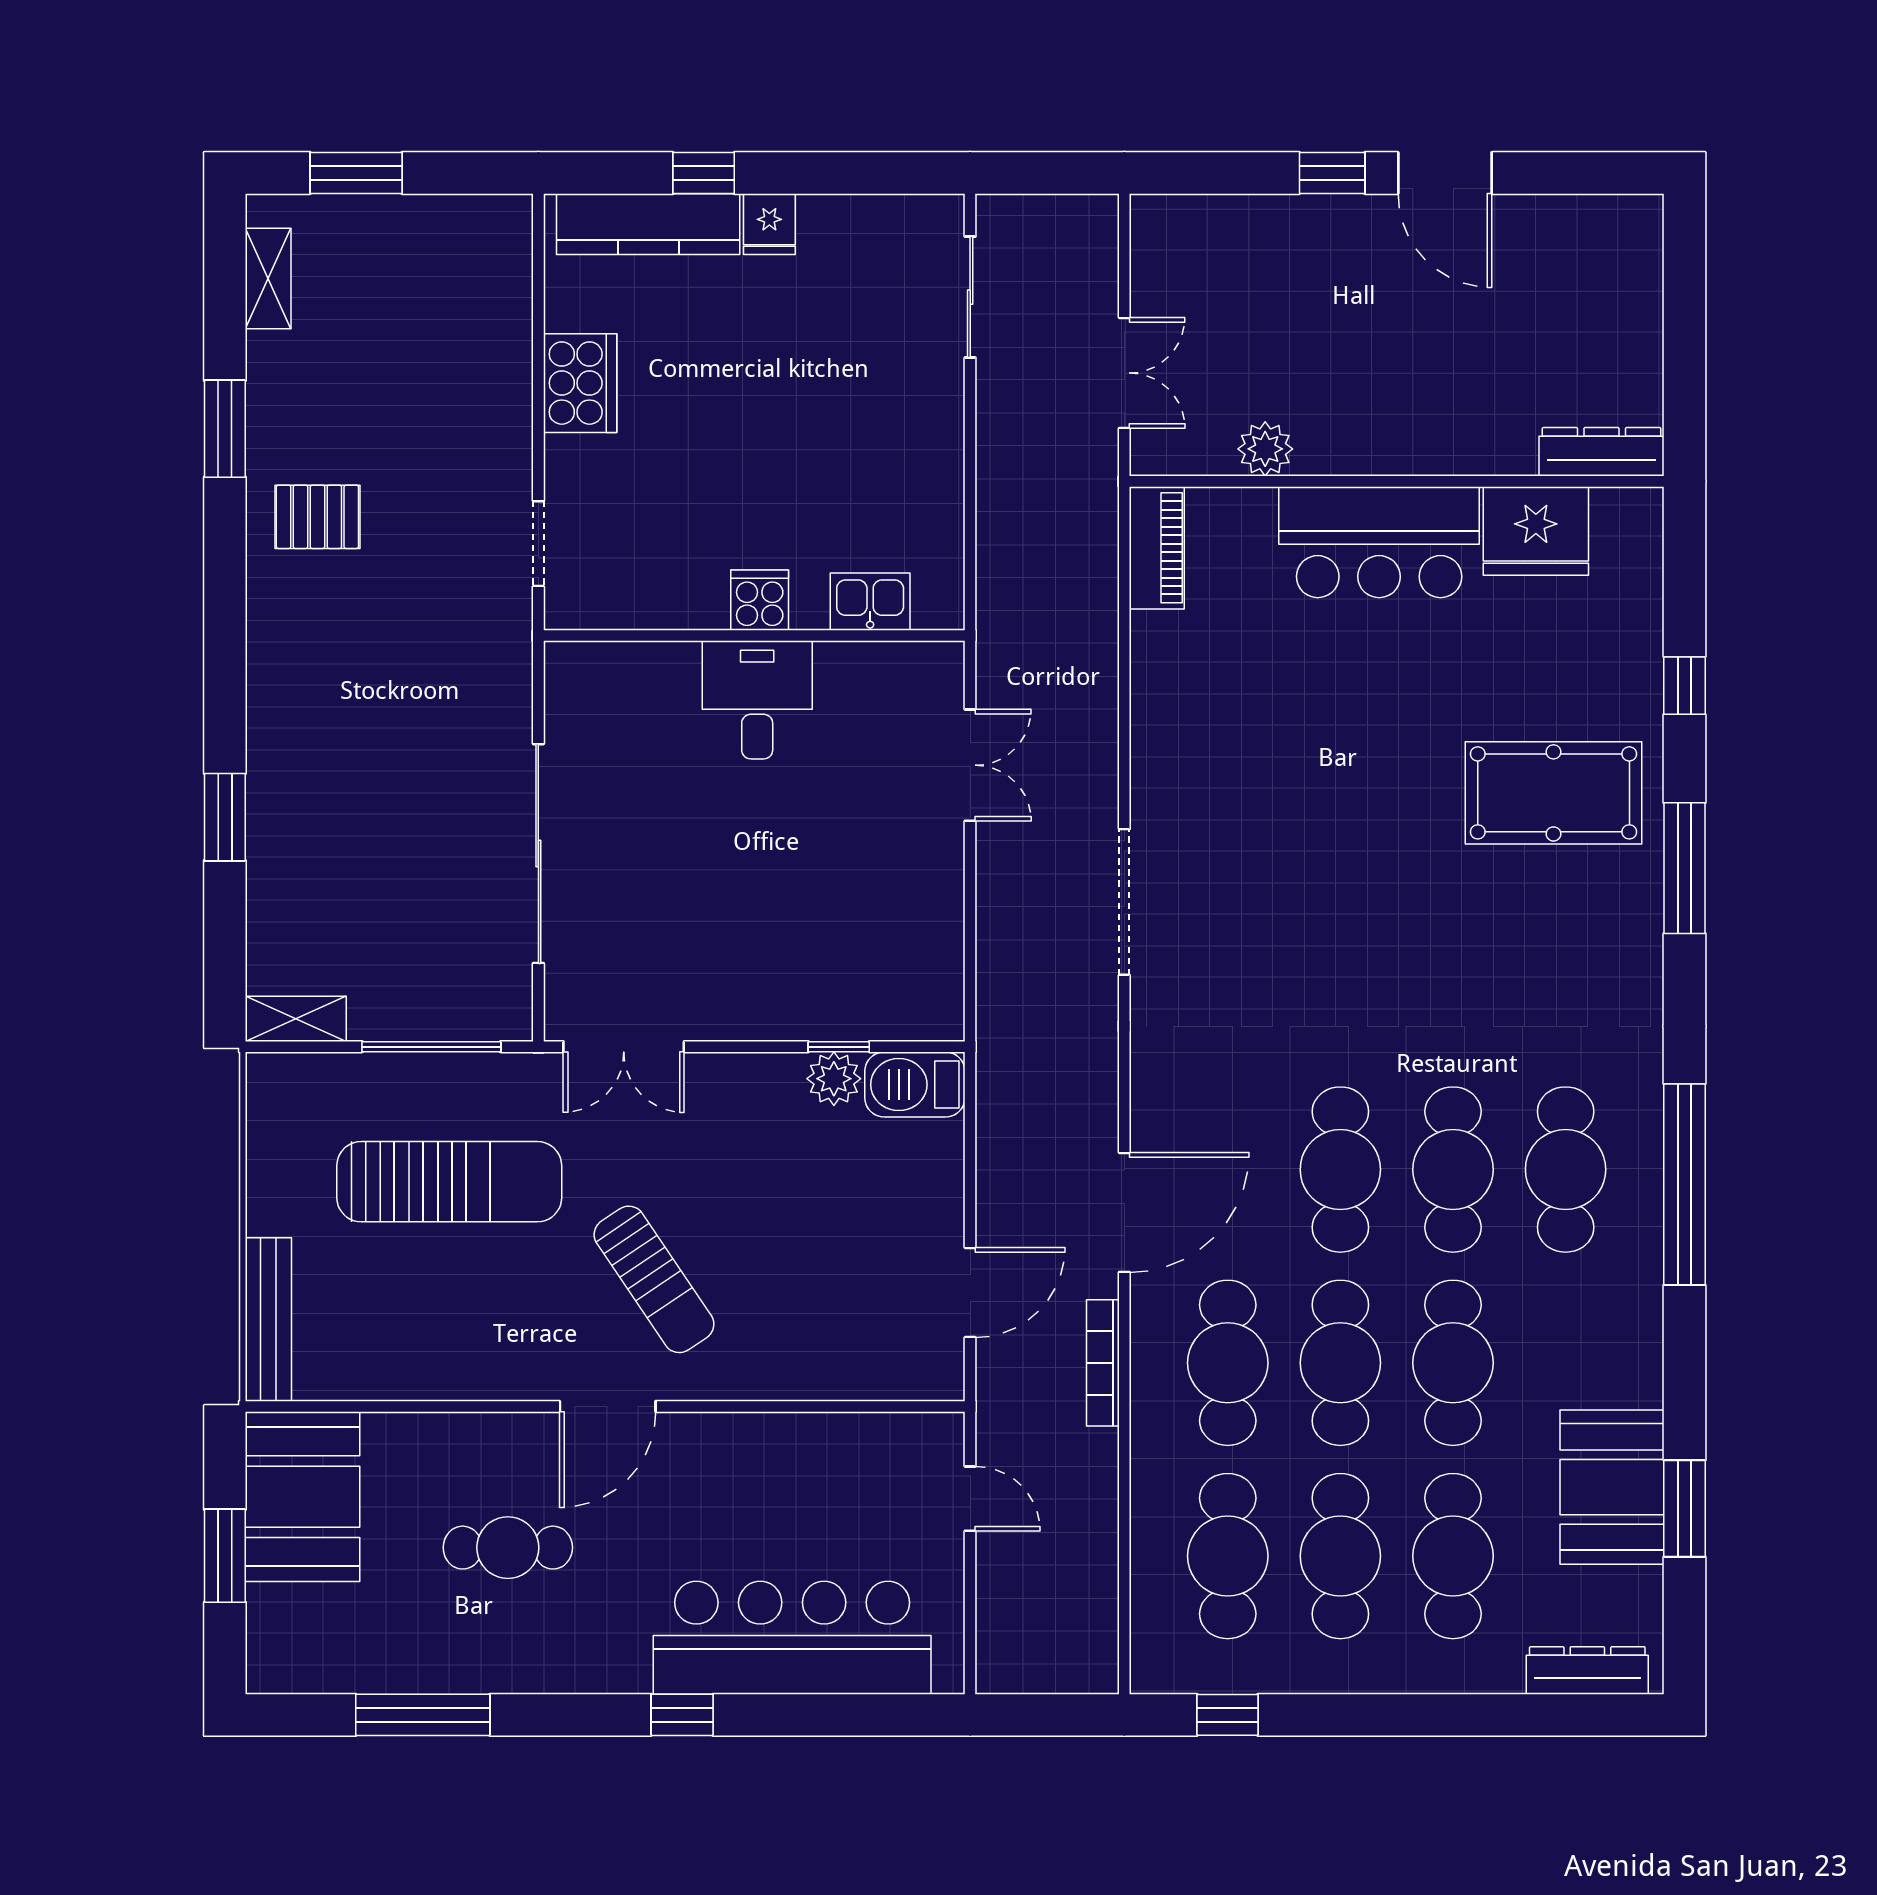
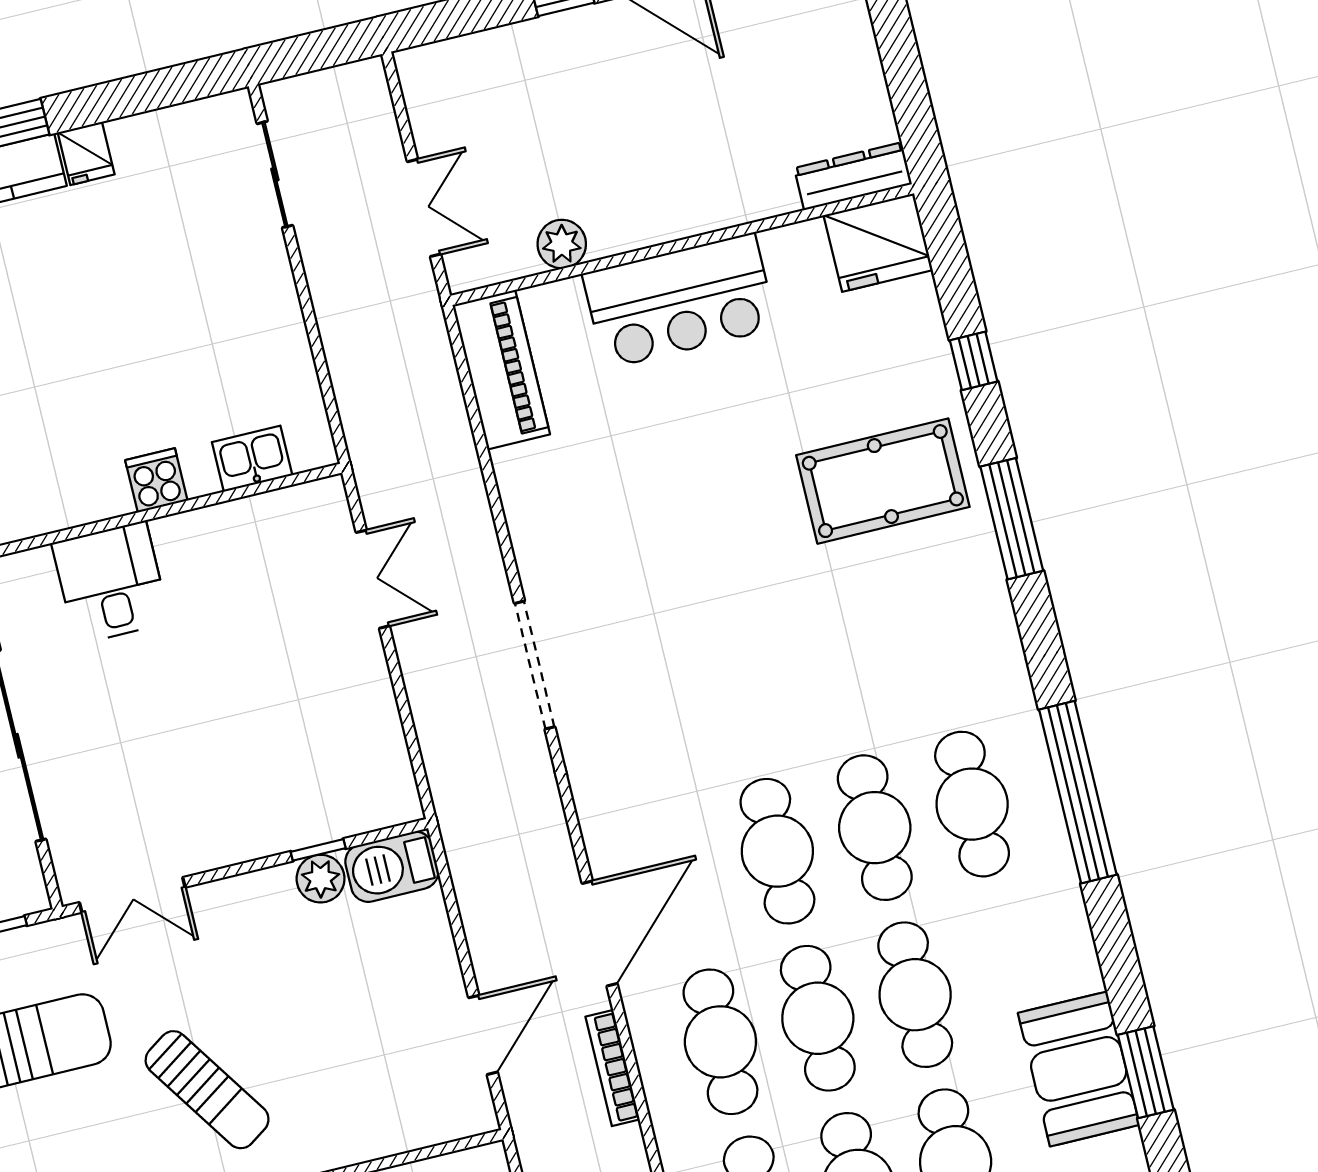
fridge: (1536, 531) -> (878, 243), moved
piano: (1157, 548) -> (501, 370), width x1.37, depth x1.33
desk: (757, 700) -> (111, 583), moved

